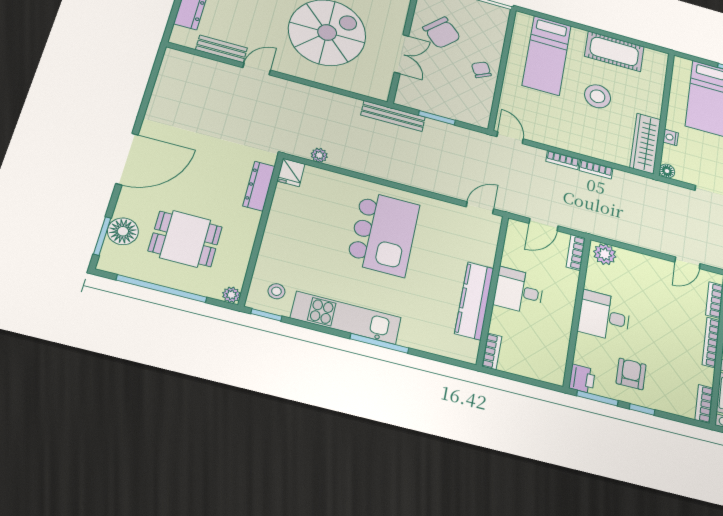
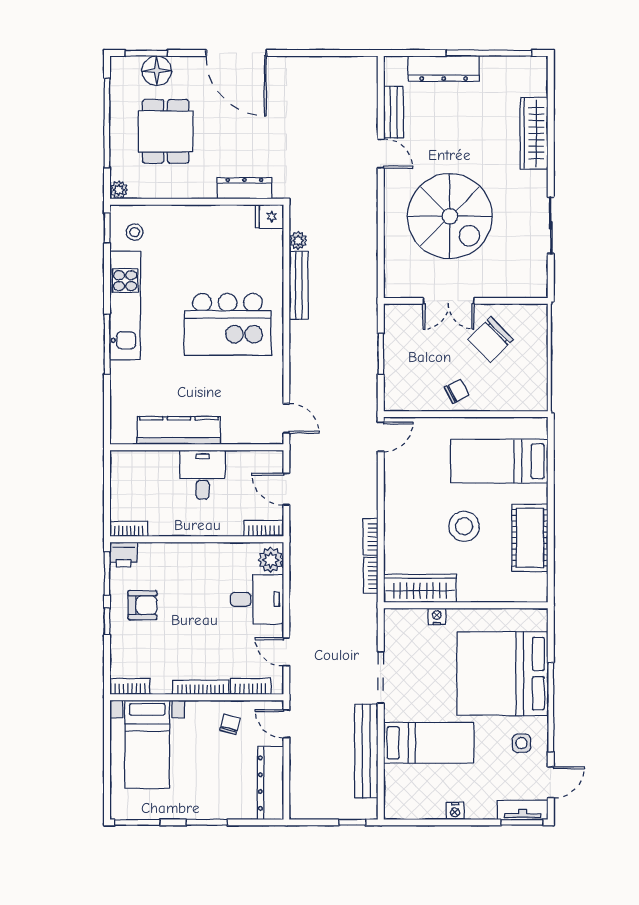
bench: (393, 116) -> (299, 285), moved
bookcase: (563, 160) -> (371, 575), moved
floor lamp: (667, 171) -> (392, 617), removed
desk: (604, 316) -> (257, 599), moved, turned 90
bookcase: (492, 351) -> (129, 529), moved, turned 180

